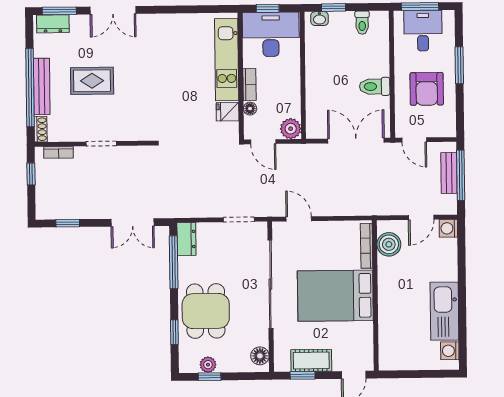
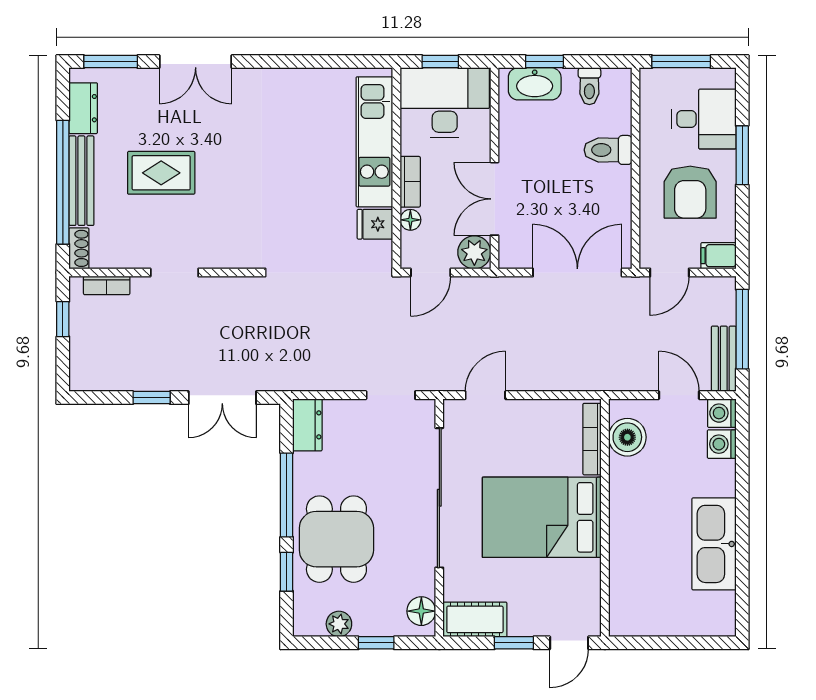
washbasin: (320, 19) -> (535, 84), width x1.91, depth x1.45
dresser: (53, 24) -> (83, 108), moved, turned -90
desk: (423, 31) -> (704, 119), moved, turned 90
toilet: (375, 86) -> (608, 150), moved
double door: (303, 95) -> (494, 199), added
filing cabinet: (445, 129) -> (719, 256), added
door: (414, 140) -> (669, 273), hinge flipped
door: (263, 142) -> (431, 273), hinge flipped
bench: (449, 173) -> (724, 358), moved
door: (421, 217) -> (679, 395), swing flipped
door: (299, 219) -> (485, 395), hinge flipped
window: (68, 223) -> (152, 398), moved
window: (174, 262) -> (287, 495), moved
washing machine: (450, 351) -> (722, 444), moved
cot: (311, 360) -> (475, 619), moved
window: (303, 375) -> (514, 643), moved
window: (210, 377) -> (376, 643), moved

